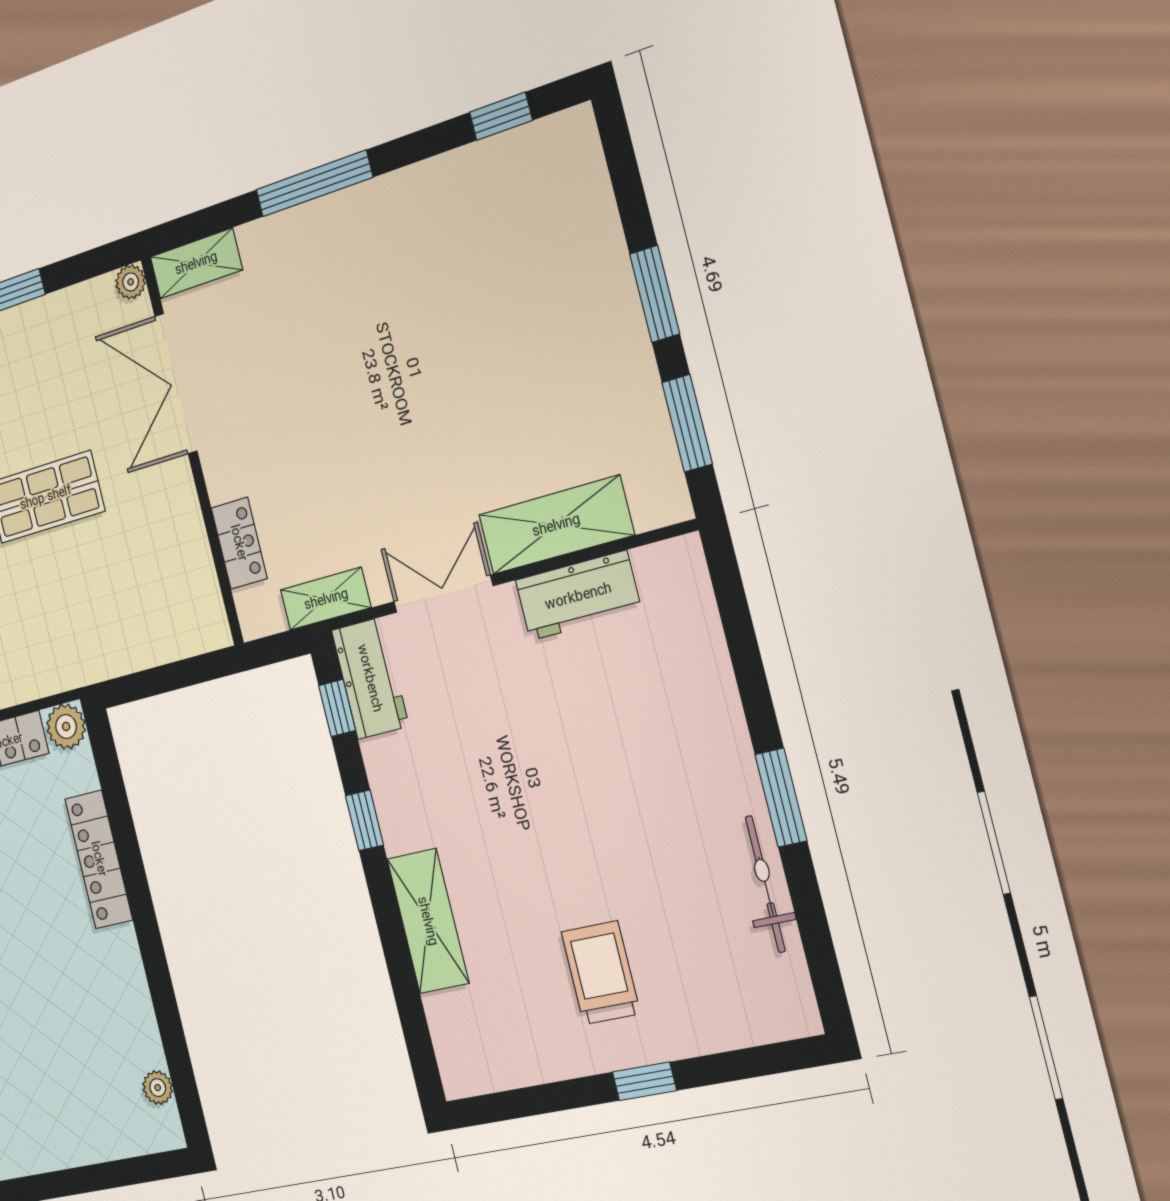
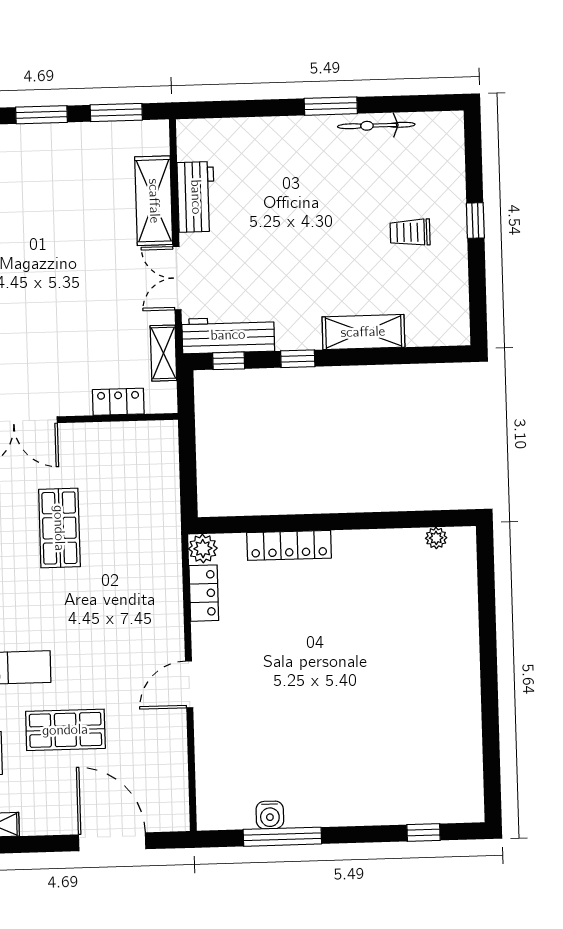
workbench: (370, 678) -> (228, 335), width x1.38
trolley: (601, 973) -> (410, 232), width x0.73, depth x0.72

